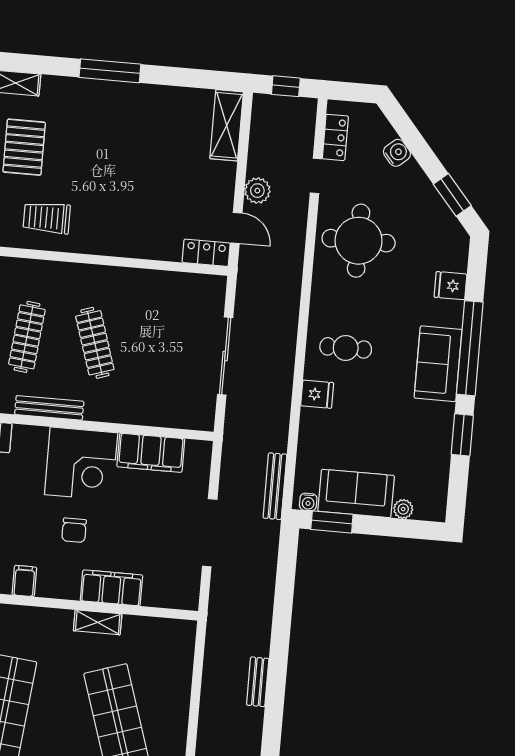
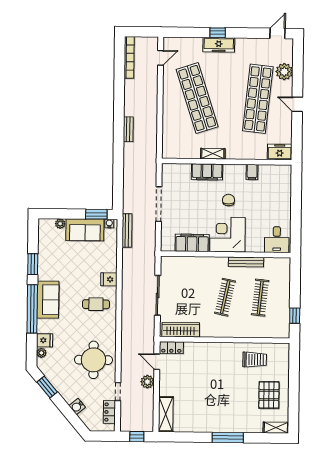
plant: (458, 262) -> (41, 353), added
wardrobe: (185, 286) -> (181, 330), added
clothes rail: (95, 343) -> (225, 297), turned 30

